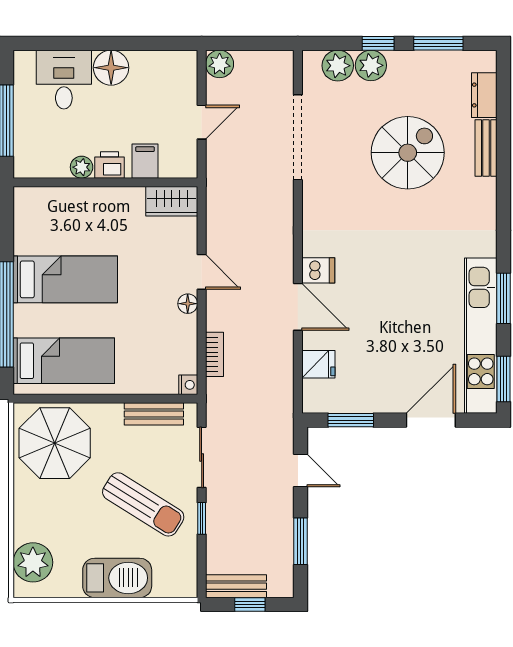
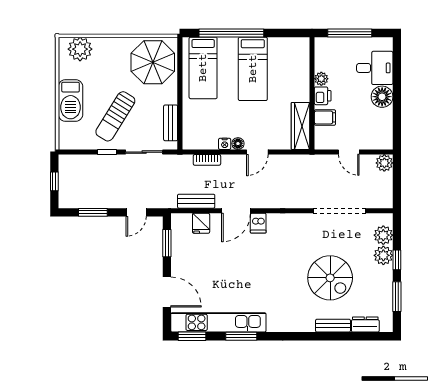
wardrobe: (172, 201) -> (300, 126), width x1.50
nightstand: (188, 385) -> (225, 144), moved
bench: (236, 586) -> (196, 201), moved, turned 90

